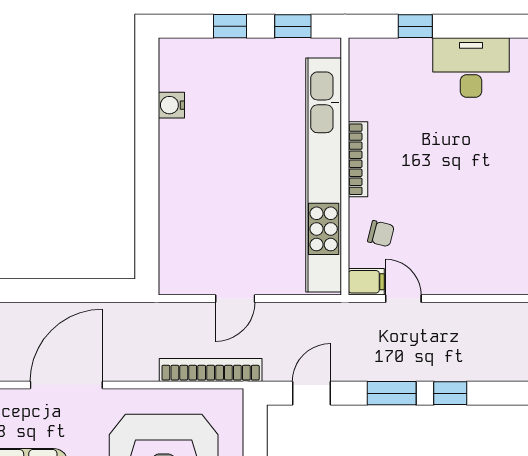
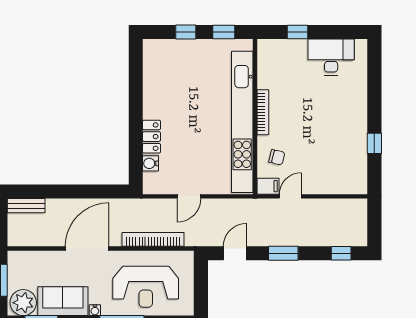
water cooler: (171, 105) -> (150, 163), moved
locker: (173, 200) -> (151, 137), added
door: (403, 299) -> (290, 196), hinge flipped
bookcase: (211, 370) -> (153, 239), moved
window: (450, 393) -> (341, 253), moved

